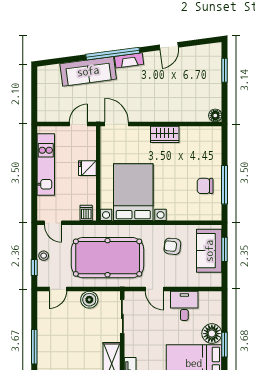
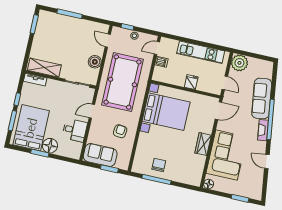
corner sofa: (172, 101) -> (227, 155), added
plant: (48, 111) -> (239, 63), added
dishwasher: (86, 213) -> (161, 62), moved
sofa: (209, 251) -> (100, 155), moved

